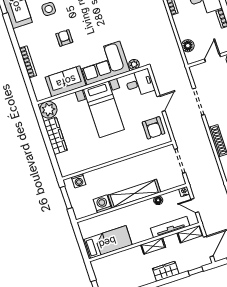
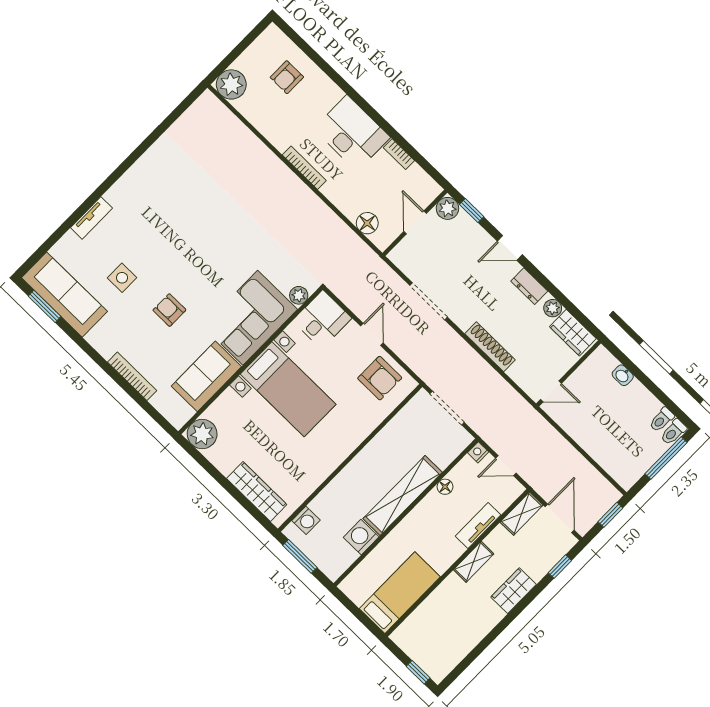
wardrobe: (55, 136) -> (257, 491), moved
tv unit: (170, 227) -> (478, 525), width x0.71

